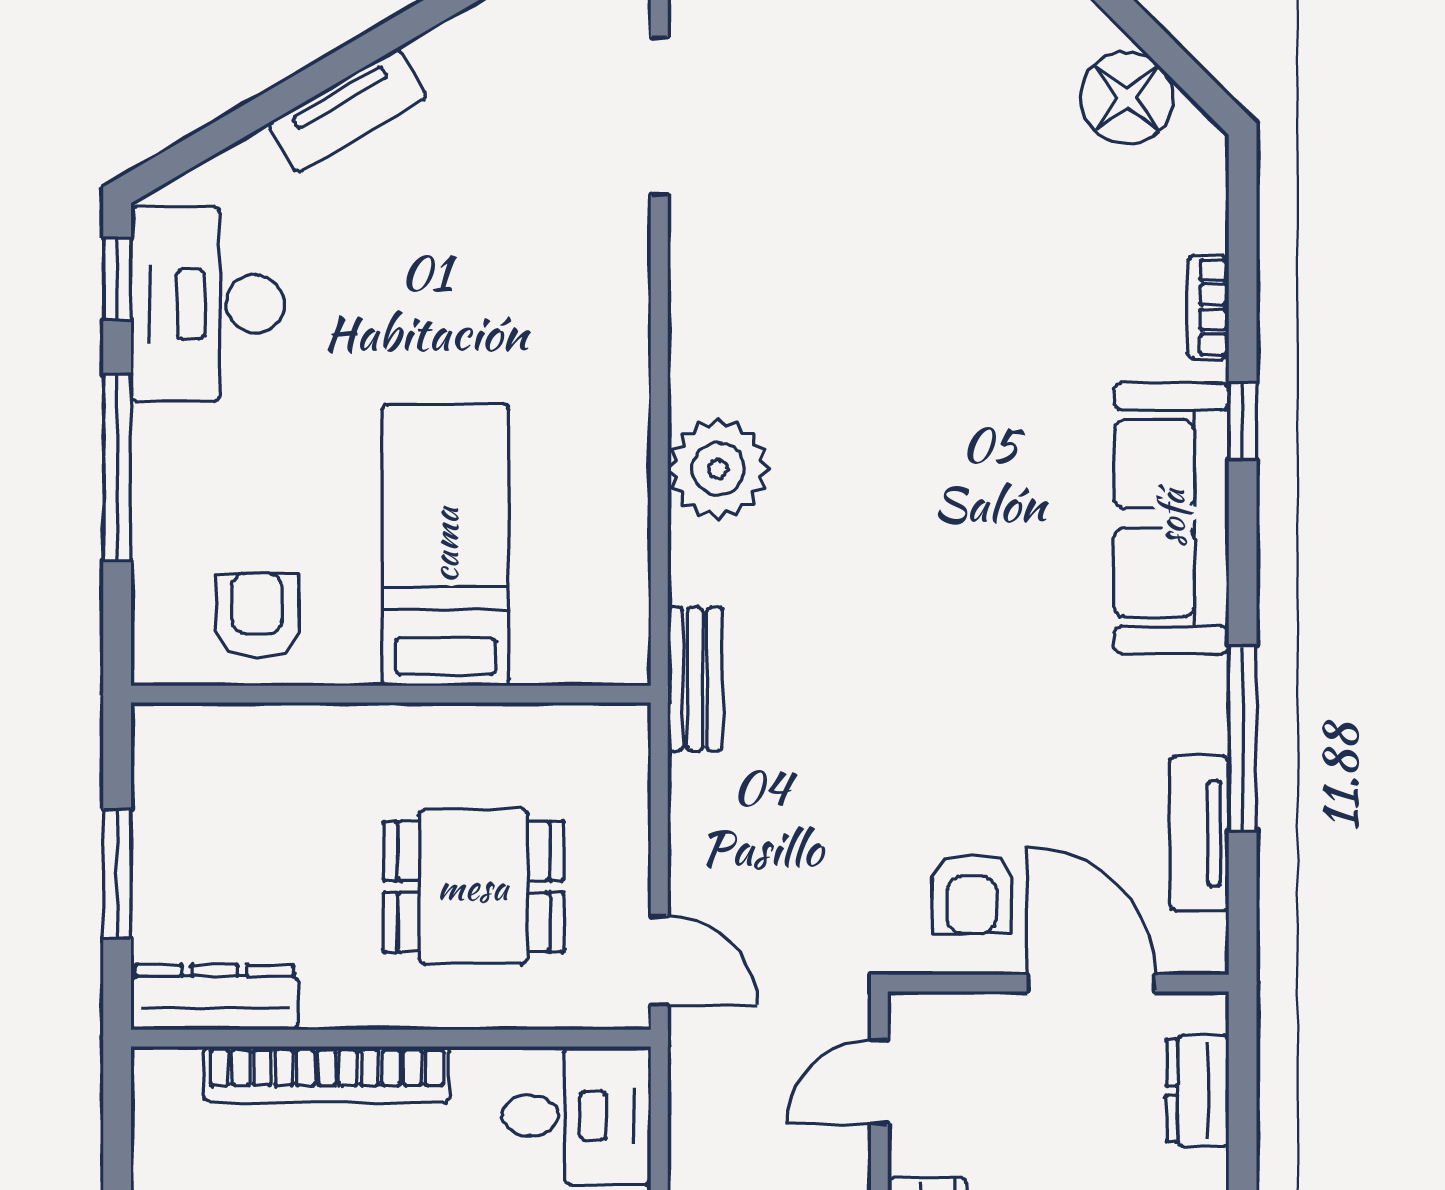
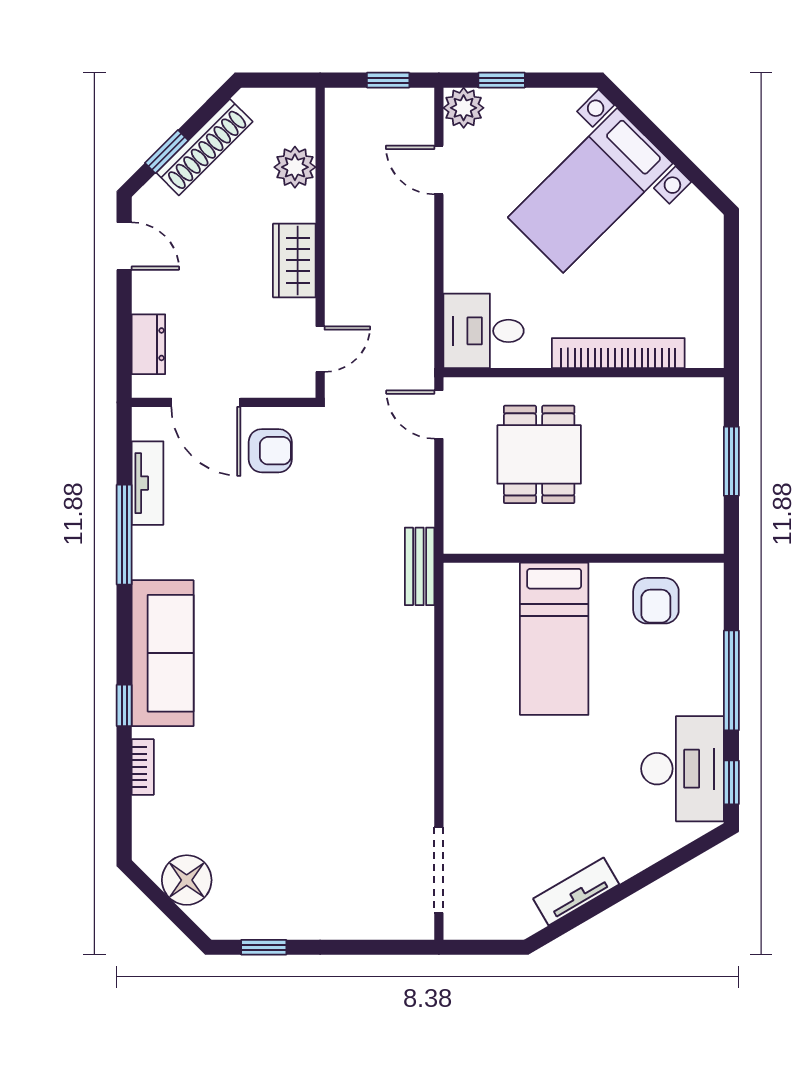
tv unit: (347, 110) -> (576, 891), moved
plant: (718, 469) -> (407, 680), removed
dining table: (473, 887) -> (539, 454), turned 90
armchair: (972, 894) -> (270, 451), turned 90
dresser: (214, 997) -> (679, 395), removed

